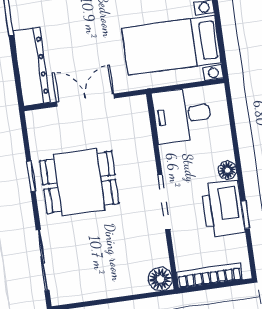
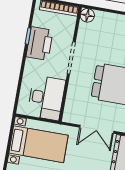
desk: (182, 115) -> (46, 98), width x1.37
floor lamp: (227, 170) -> (30, 64), removed

